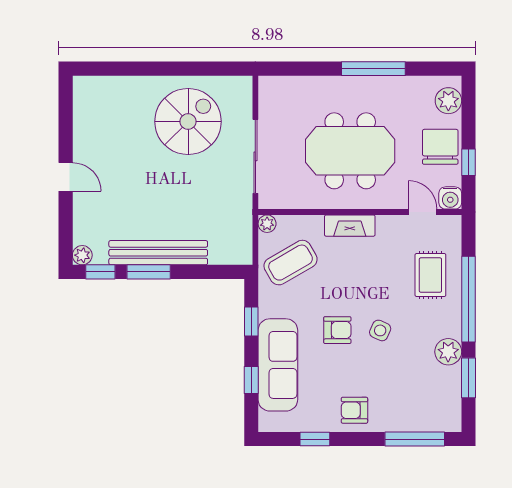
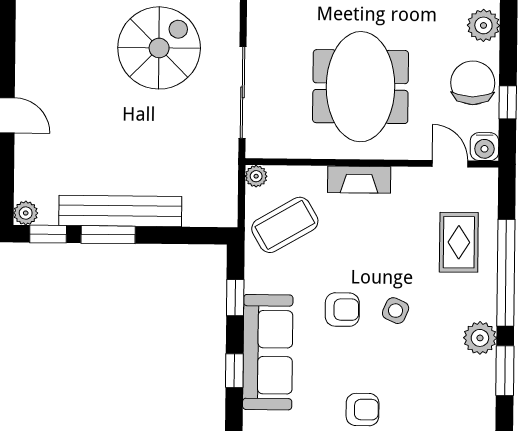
meeting table: (350, 151) -> (361, 87), turned 90
armchair: (354, 410) -> (363, 410), turned 180

